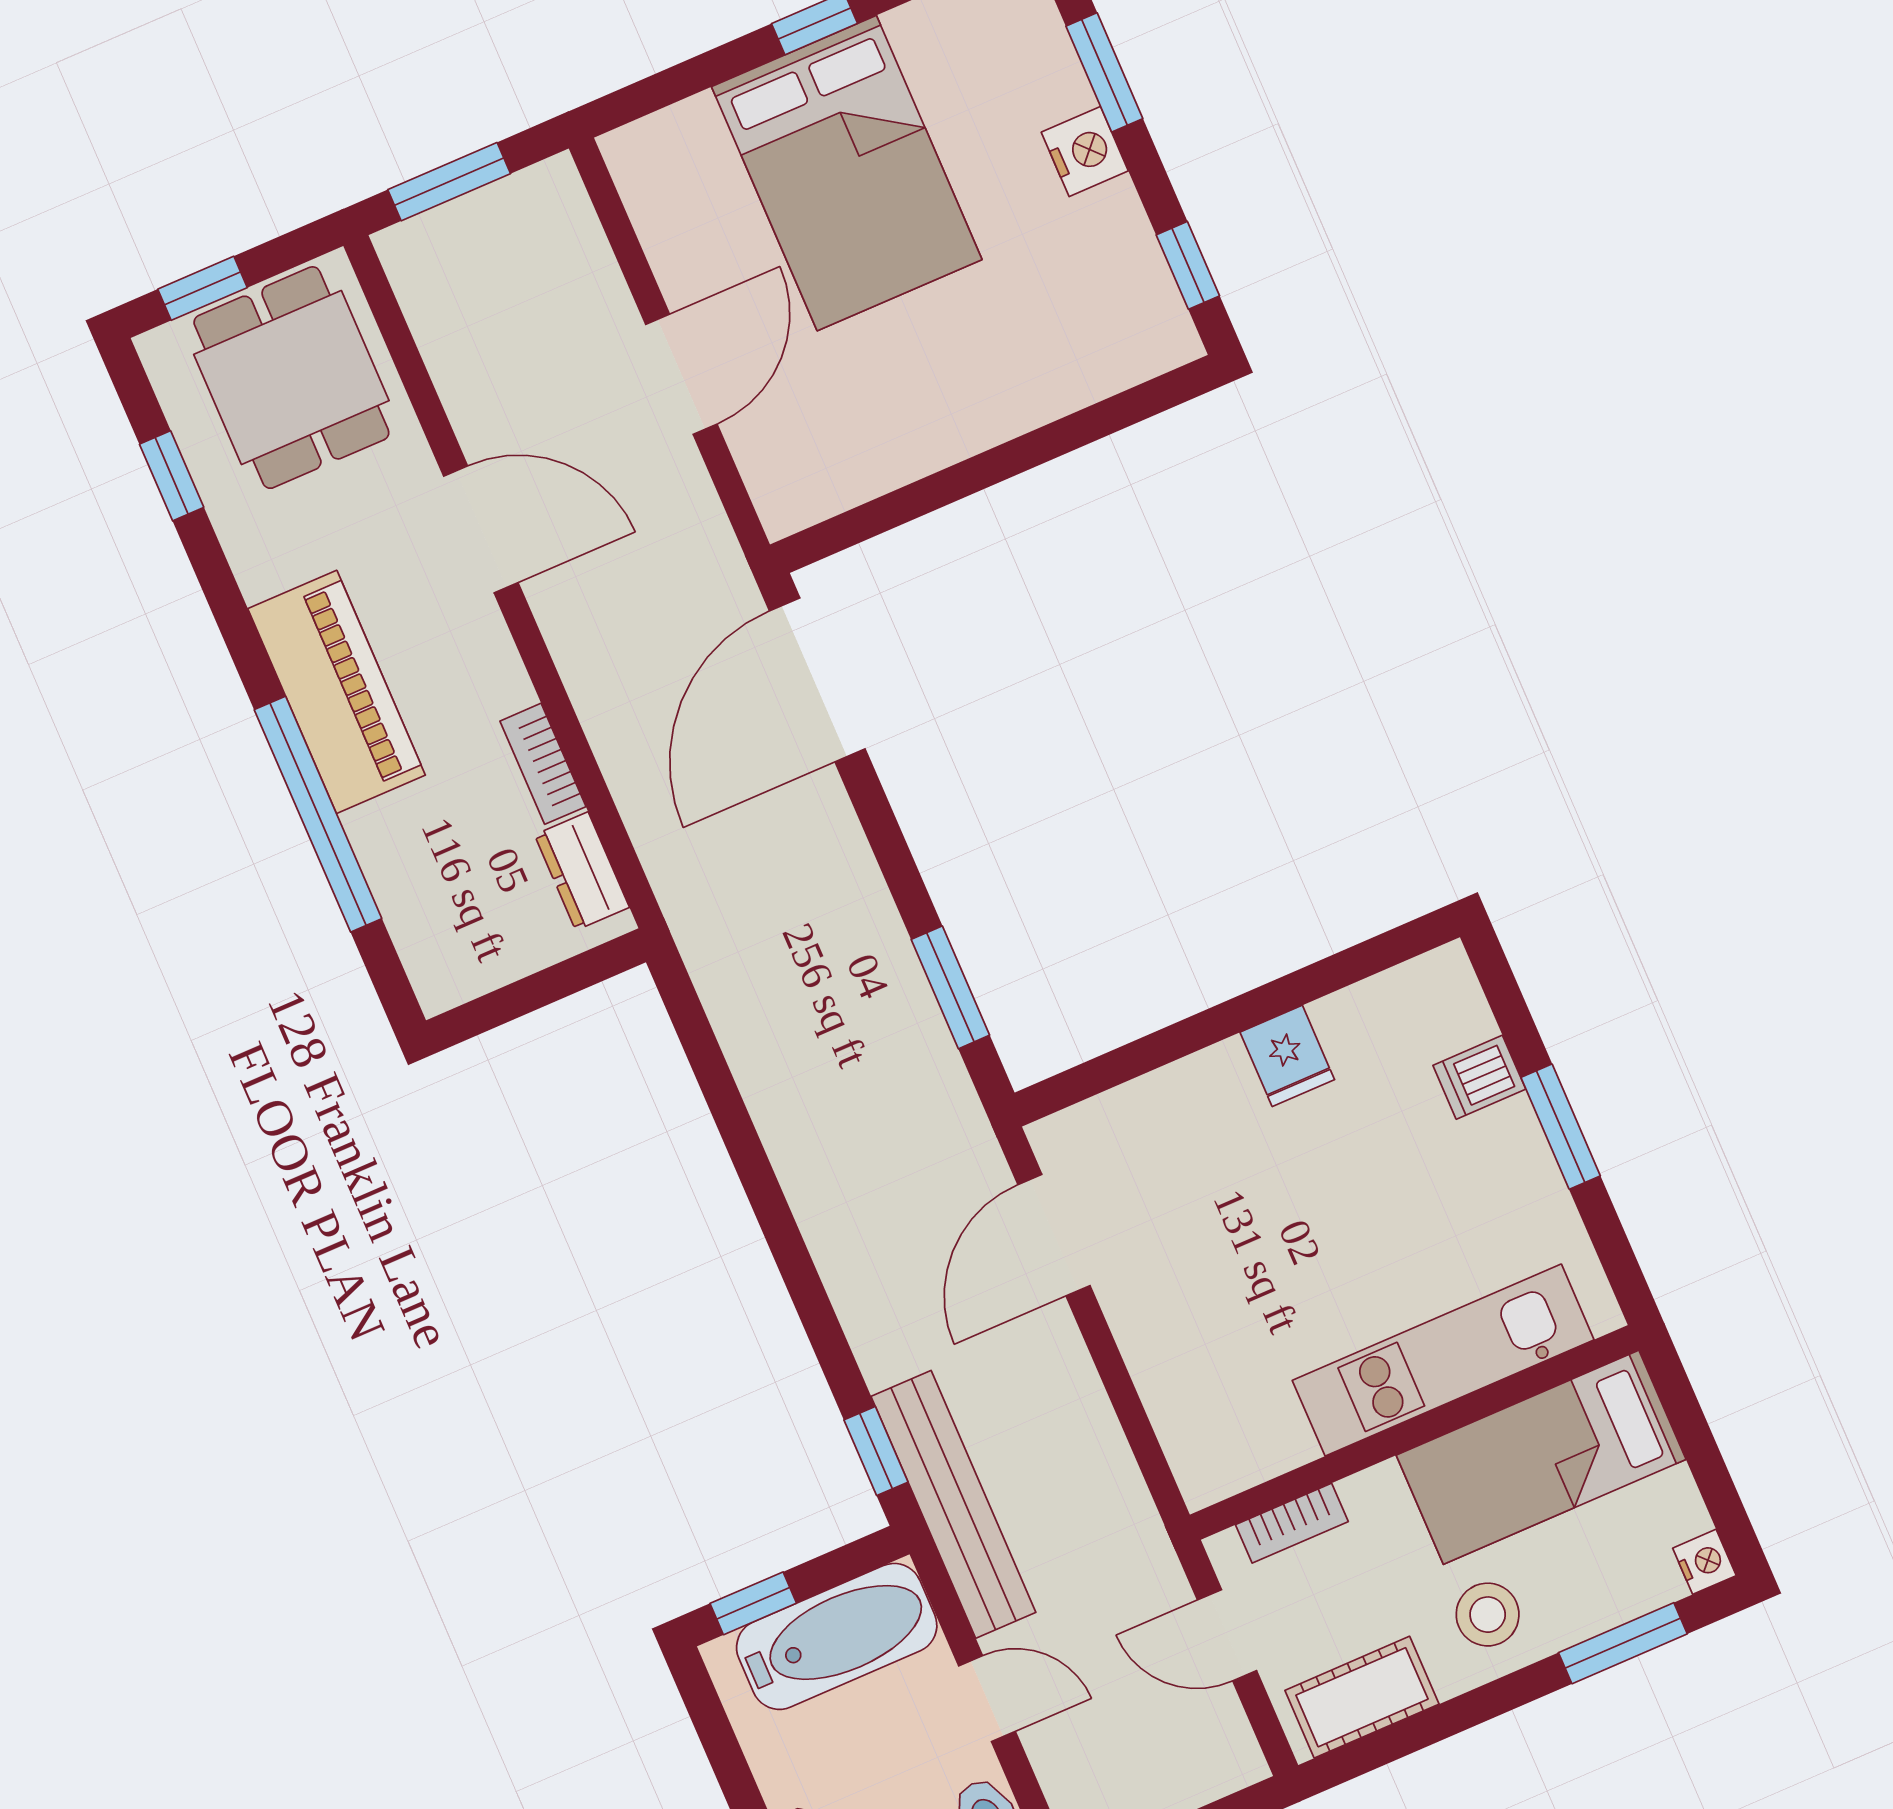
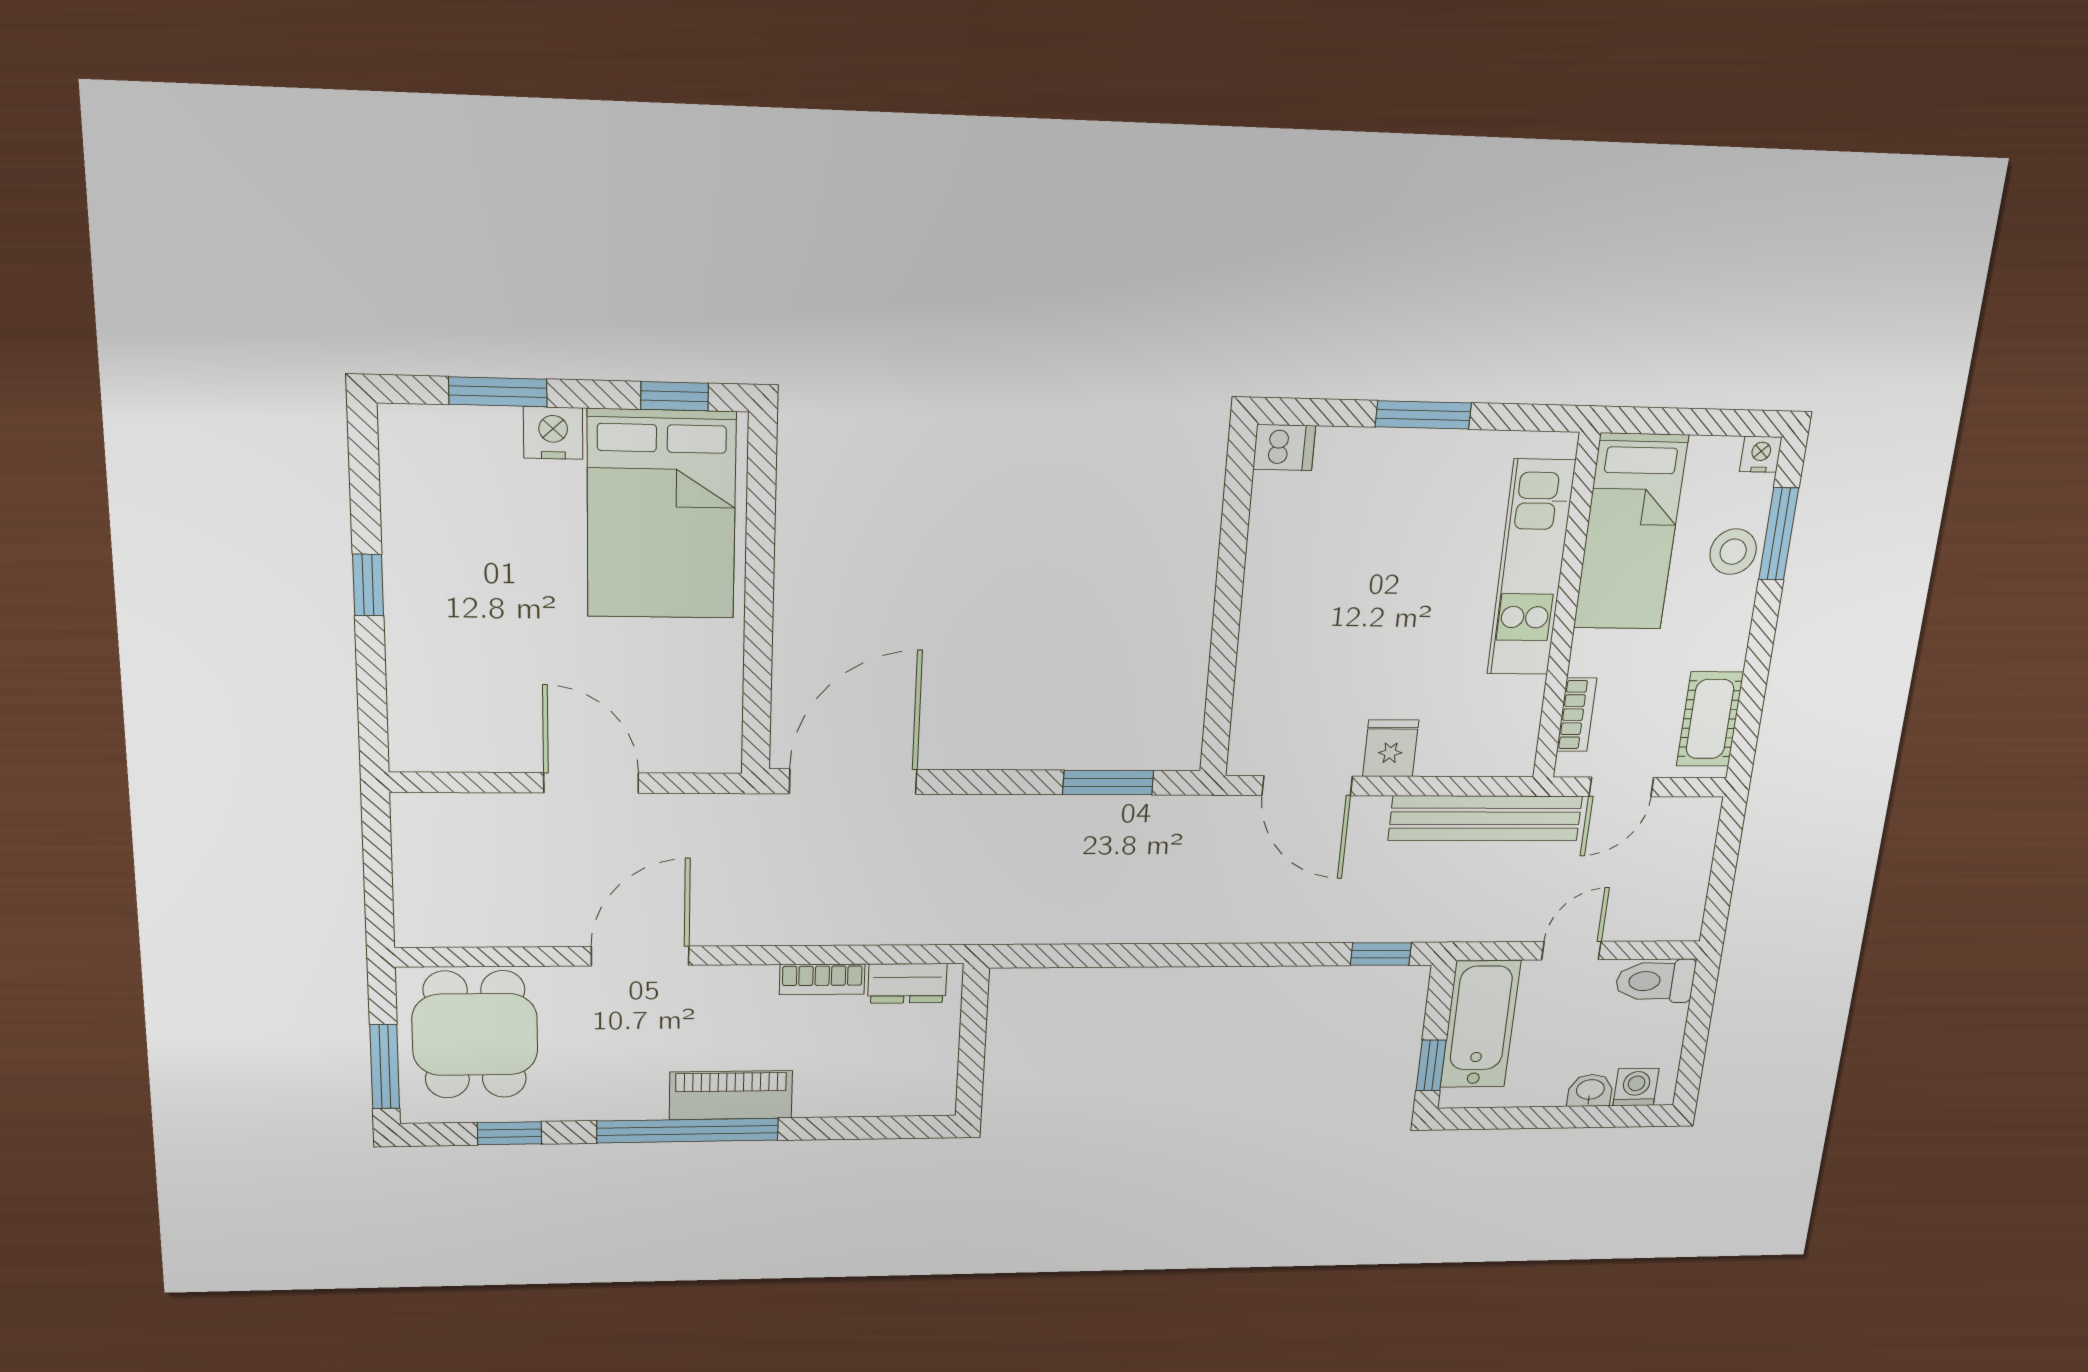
bed: (847, 173) -> (661, 515), moved, turned 90
window: (449, 182) -> (378, 881), removed
window: (203, 288) -> (385, 1067), width x1.50
dining table: (291, 378) -> (475, 1035), turned 90
door: (817, 680) -> (853, 781), swing flipped
piano: (337, 692) -> (731, 1095), width x0.73, depth x0.75
window: (318, 814) -> (688, 1131), moved
fridge: (1287, 1056) -> (1391, 748), moved, turned -90
dishwasher: (1479, 1077) -> (1284, 447), moved, turned -90
bench: (953, 1504) -> (1485, 818), moved
stool: (1488, 1615) -> (1733, 552), moved

